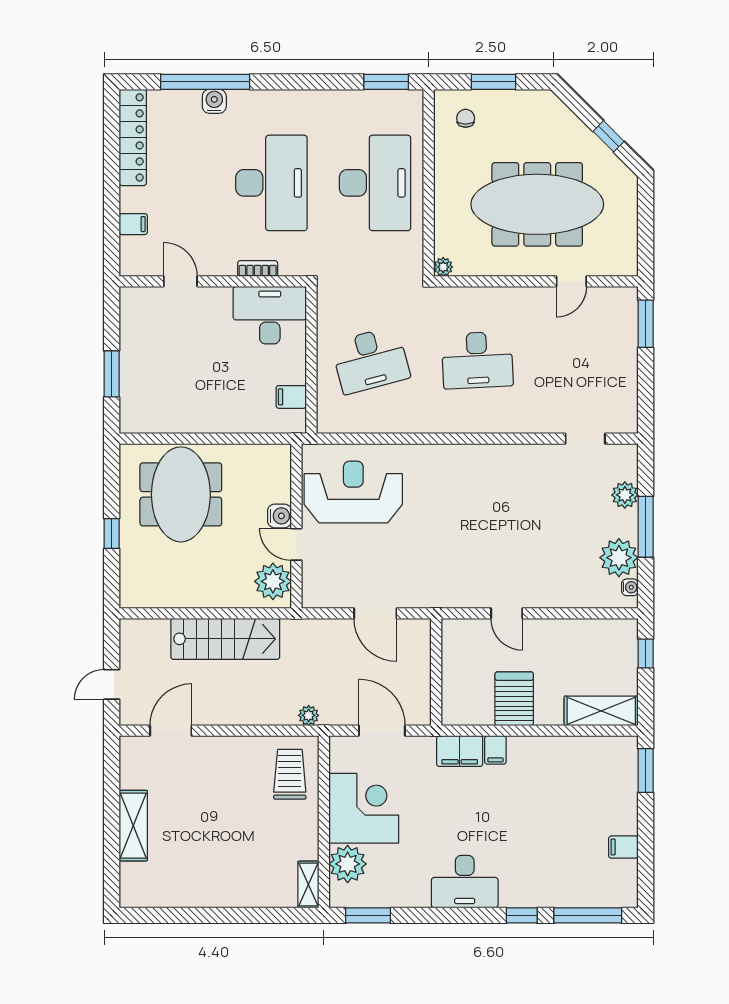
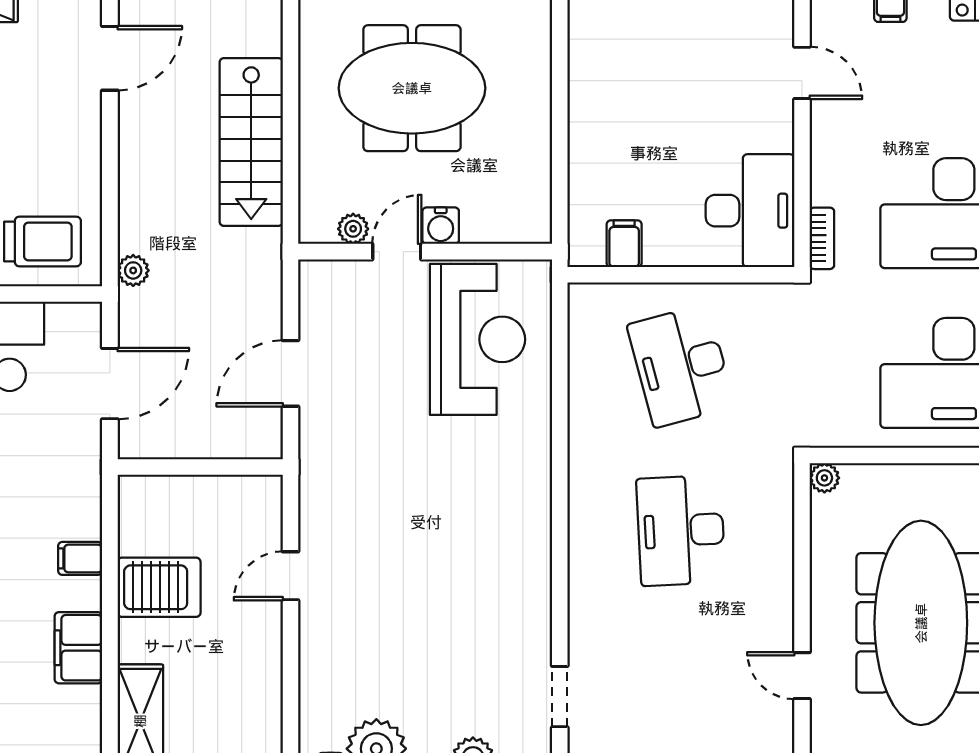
bookcase: (258, 269) -> (822, 238), moved
door: (180, 281) -> (802, 73), hinge flipped
meeting table: (181, 494) -> (412, 88), moved
plant: (273, 581) -> (353, 229), width x0.53, depth x0.53
door: (171, 731) -> (110, 58), hinge flipped
filing cabinet: (460, 751) -> (78, 648), moved

